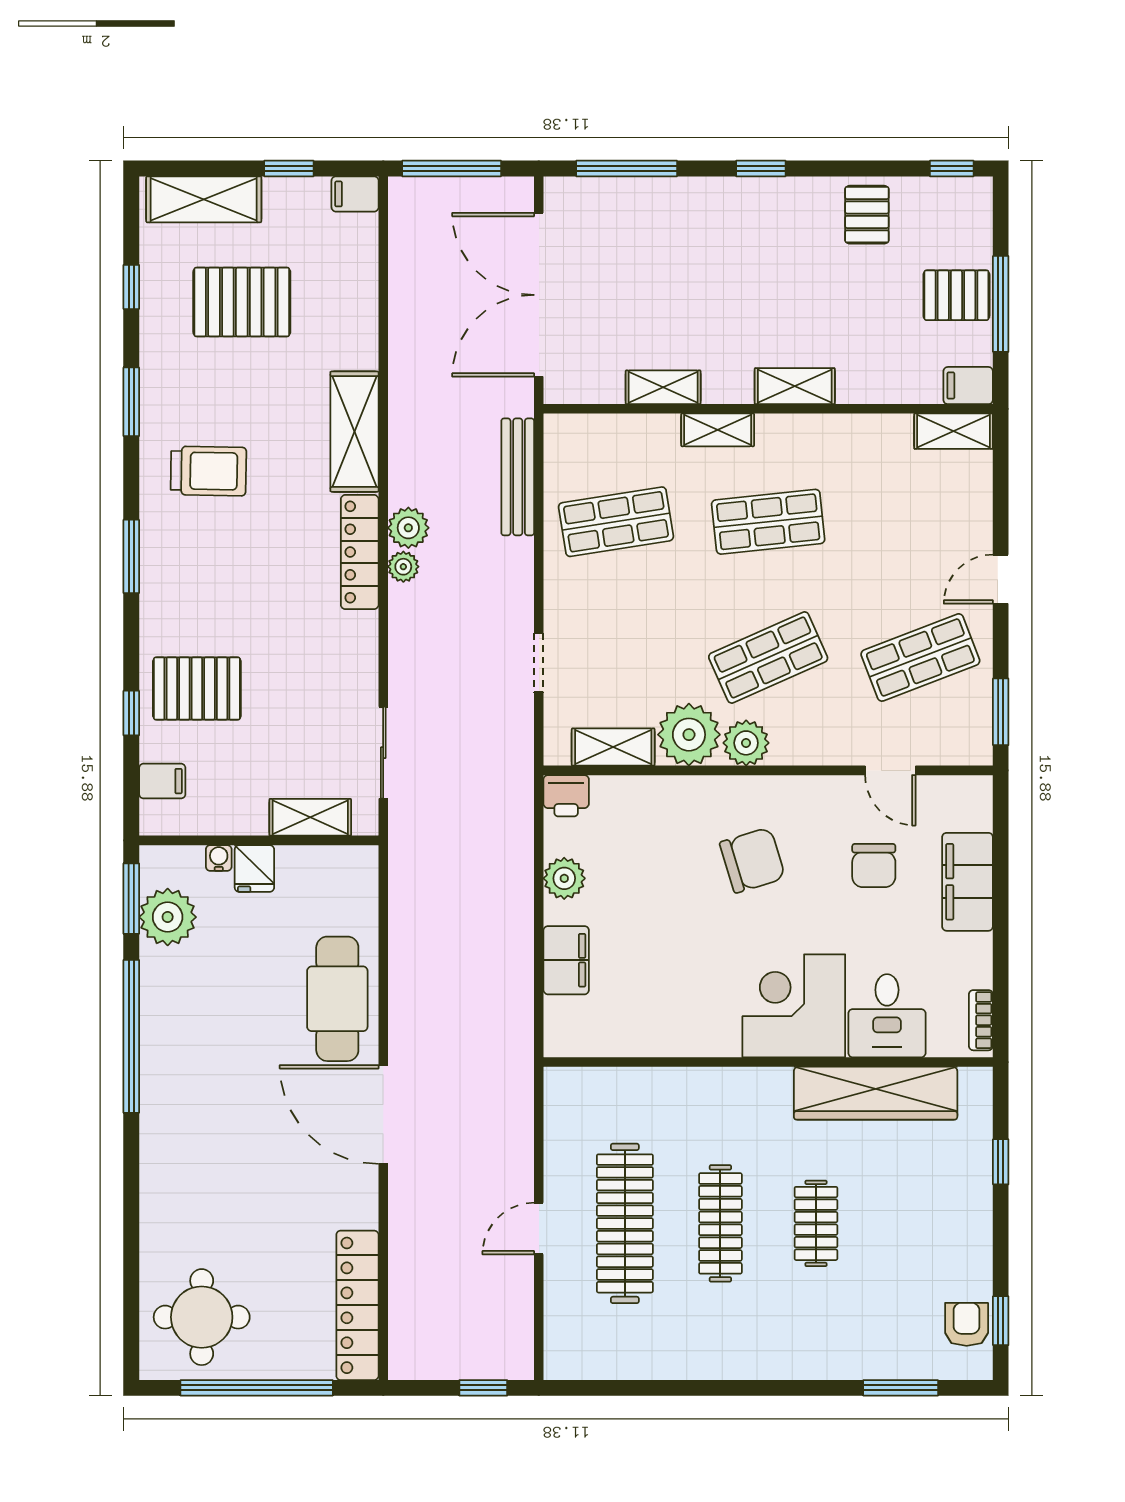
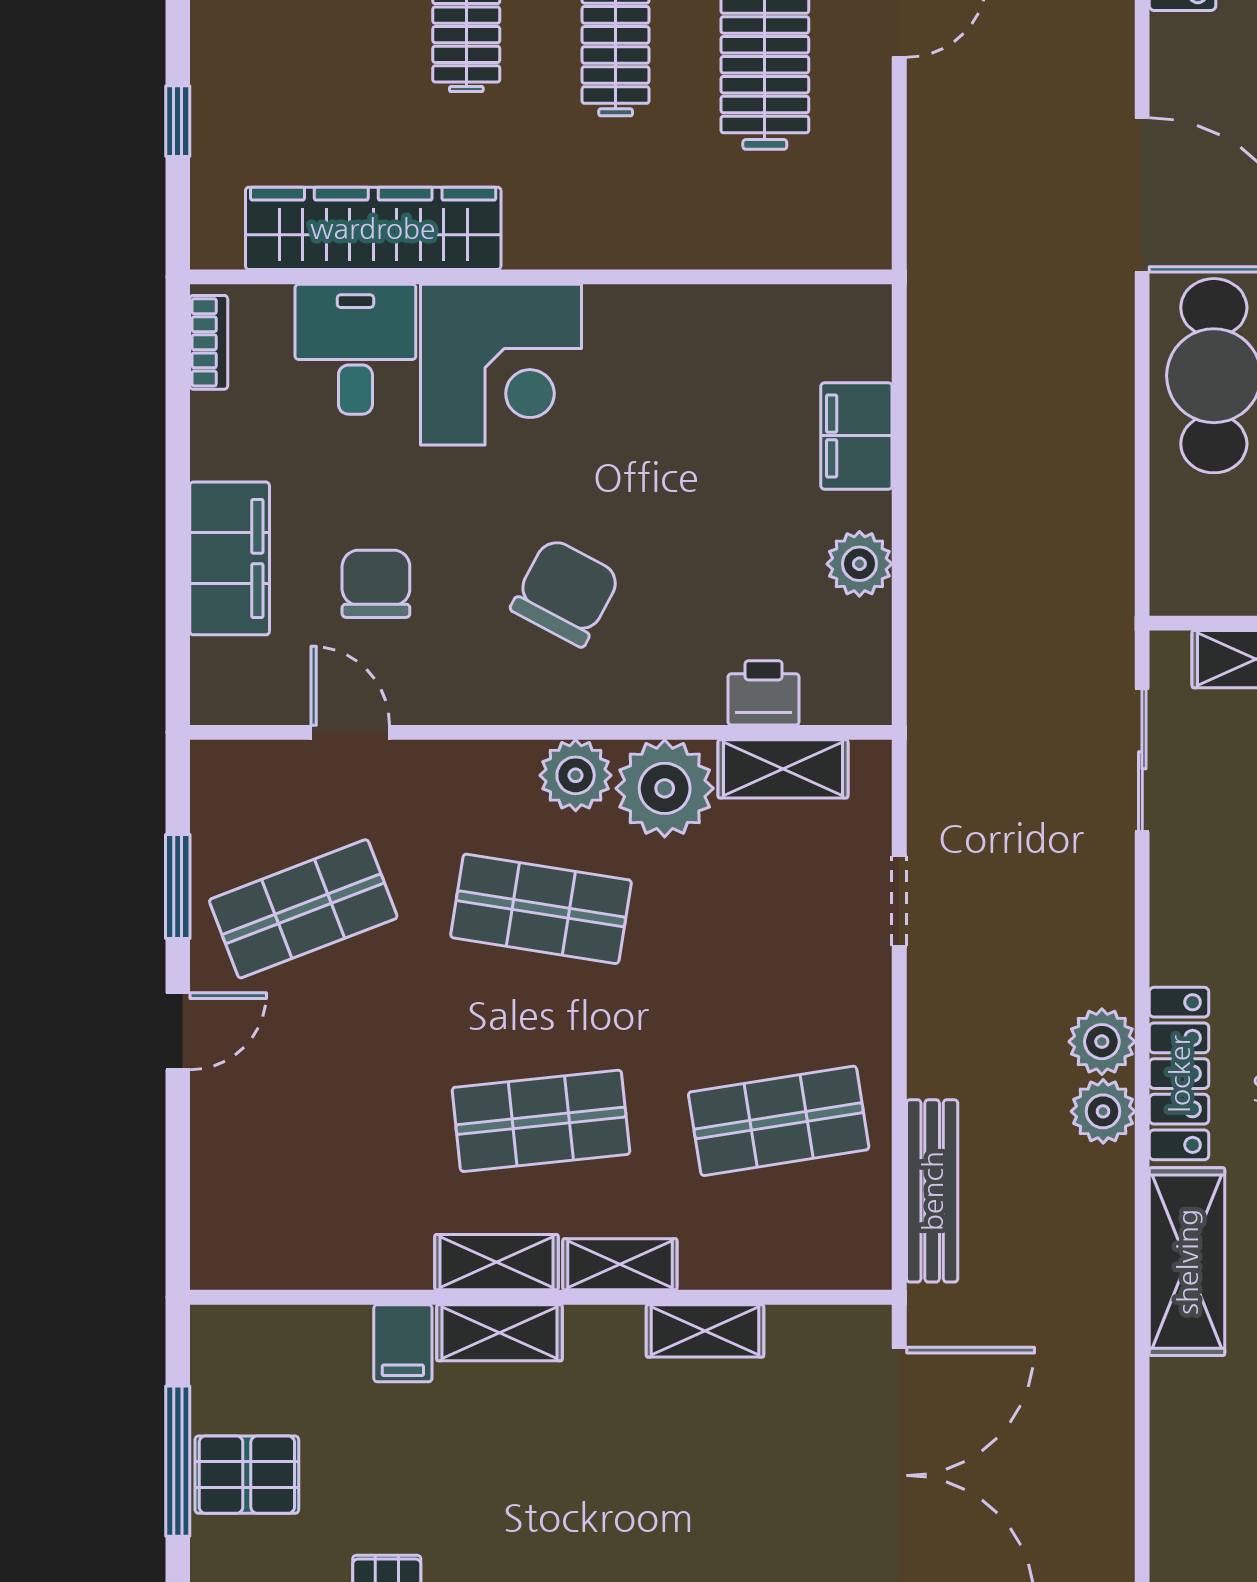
filing cabinet: (968, 386) -> (403, 1343), moved, turned 90
shelving: (953, 431) -> (497, 1262), moved
plant: (403, 567) -> (1102, 1042), width x1.38, depth x1.38
shop shelf: (768, 657) -> (541, 909), turned 33
window: (1001, 712) -> (178, 887), moved
printer: (566, 796) -> (764, 693), moved
chair: (752, 860) -> (566, 592), turned 135

